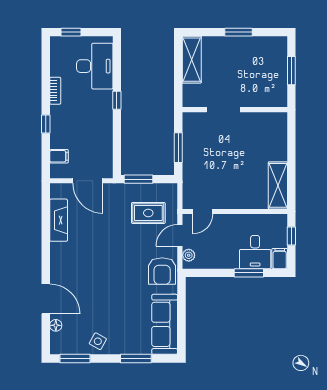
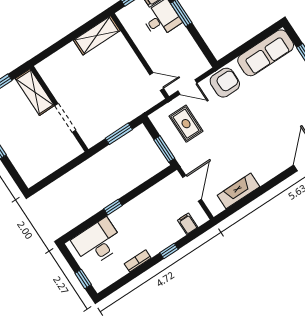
shelving: (192, 60) -> (35, 92), moved, turned 90
plant: (189, 255) -> (199, 70), removed

